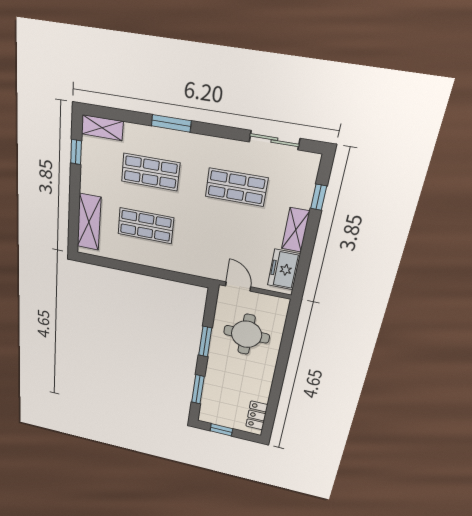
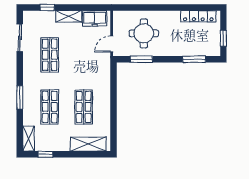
window: (205, 342) -> (141, 59), moved
locker: (257, 415) -> (198, 16), width x1.53

